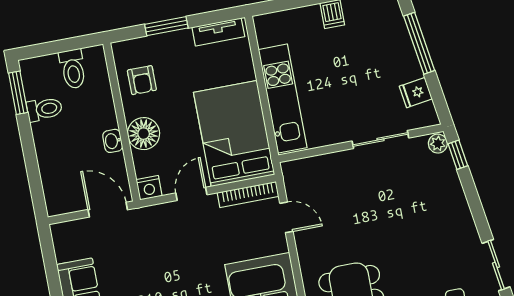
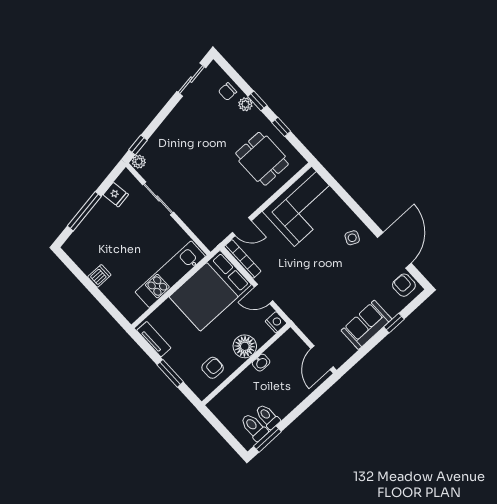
toilet: (73, 69) -> (254, 427), moved, turned -90
door: (108, 210) -> (322, 358), moved
door: (286, 217) -> (242, 227), swing flipped

